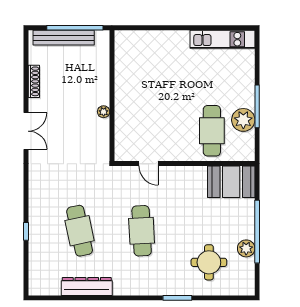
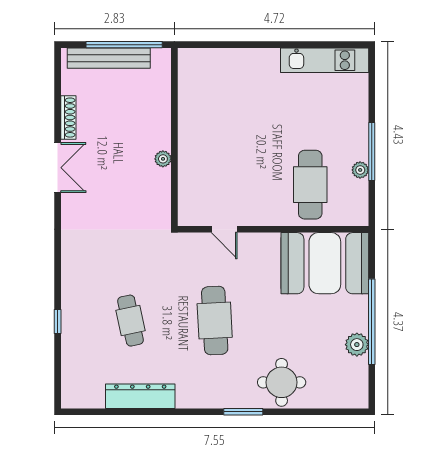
plant: (243, 120) -> (360, 170), width x0.53, depth x0.53
double door: (26, 131) -> (58, 168), moved
booth: (231, 182) -> (325, 263), width x1.36, depth x1.42
cafe table: (80, 231) -> (130, 321), width x0.73, depth x0.74
round table: (209, 262) -> (282, 382), moved
window: (177, 298) -> (243, 412), moved

